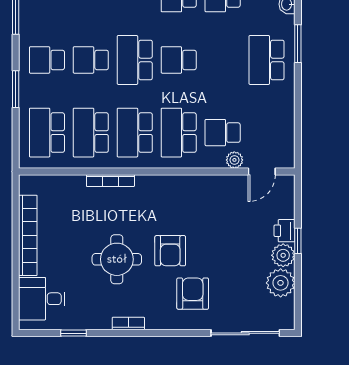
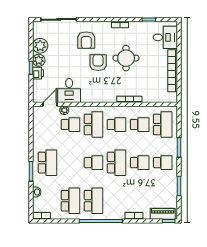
school desk: (91, 133) -> (140, 125), width x0.54
school desk: (135, 133) -> (117, 125), width x0.54
desk: (225, 198) -> (69, 91), added

